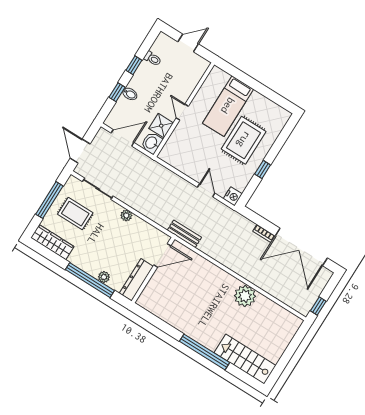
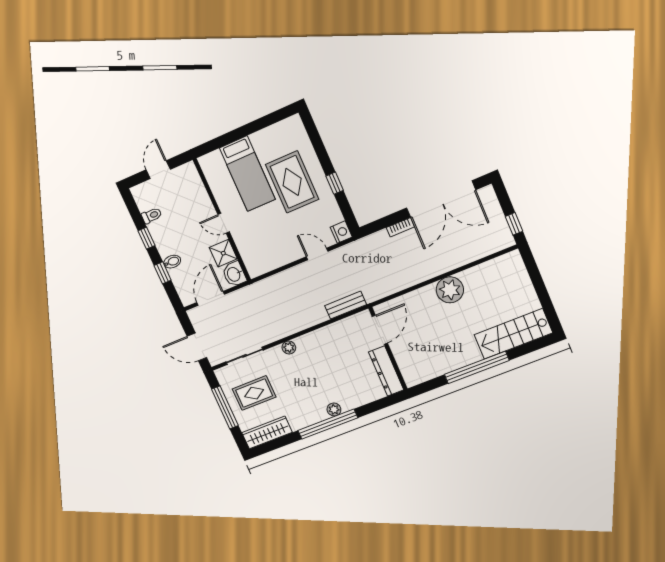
door: (162, 255) -> (380, 330), moved
wall: (153, 270) -> (388, 349), moved
dresser: (136, 280) -> (386, 371), moved

